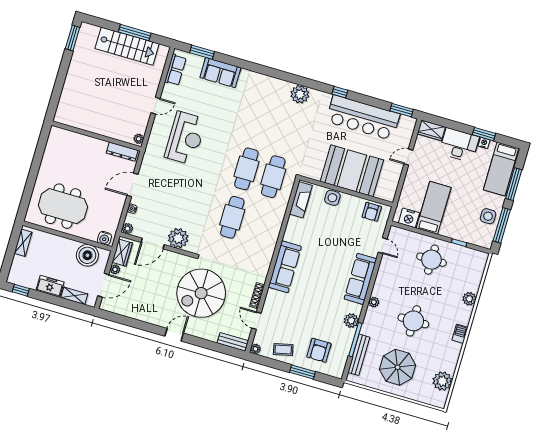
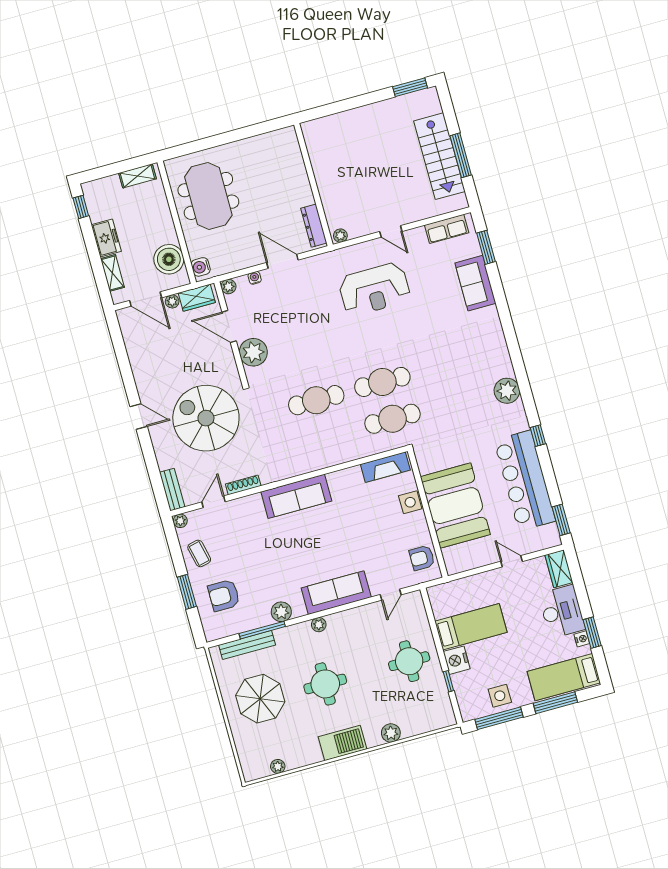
nightstand: (409, 218) -> (457, 660), moved
barbecue: (460, 334) -> (342, 743), width x1.88, depth x1.53
plant: (442, 381) -> (278, 766), width x0.53, depth x0.53

